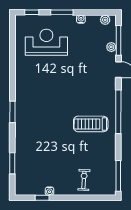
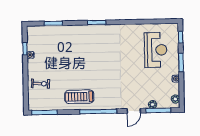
treadmill: (91, 124) -> (79, 97), moved, turned -90

